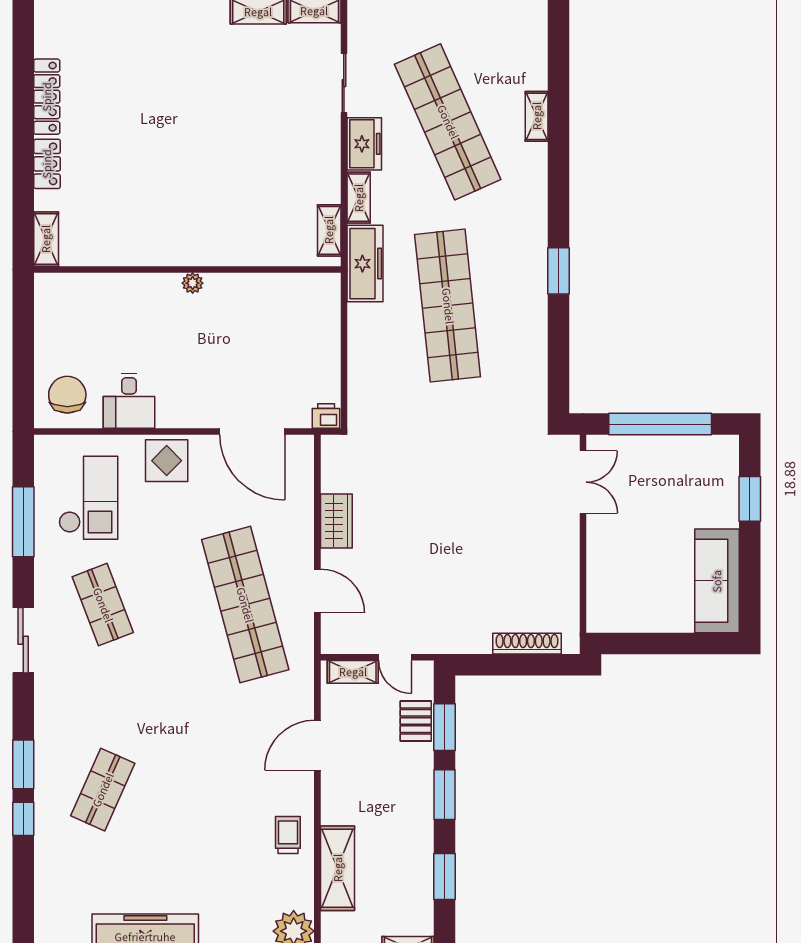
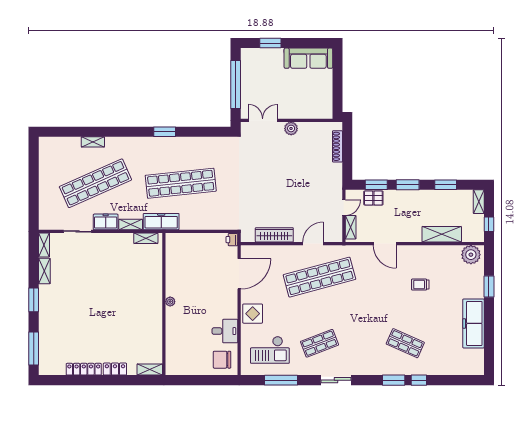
checkout: (88, 498) -> (270, 350), turned 180
wardrobe: (336, 521) -> (274, 235), width x1.50
plant: (566, 543) -> (291, 128), added
trolley: (288, 835) -> (420, 285), moved

